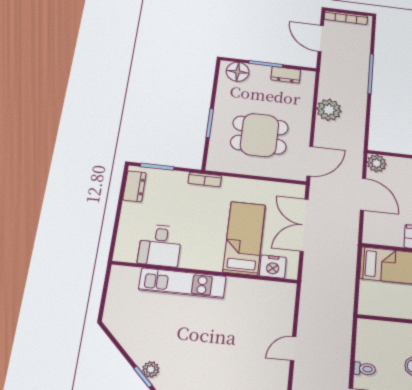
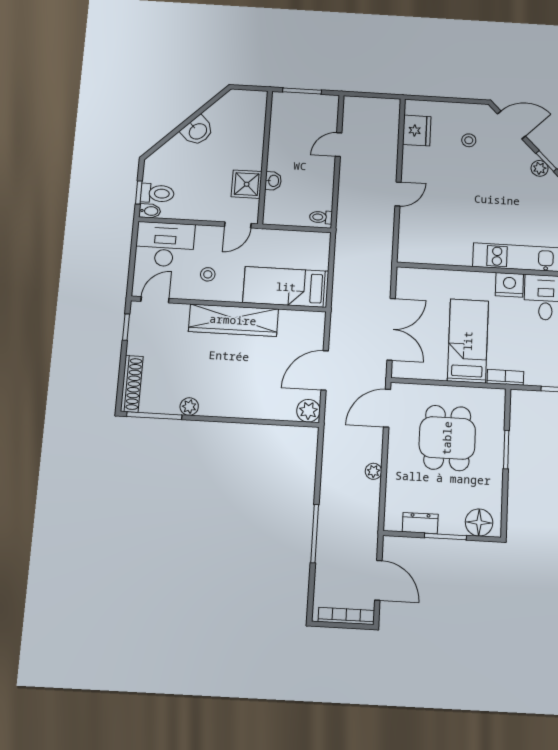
plant: (329, 110) -> (374, 471), width x0.53, depth x0.53
dining table: (259, 135) -> (447, 438), turned 90
door: (363, 194) -> (325, 370), hinge flipped
bed: (244, 238) -> (468, 341), moved, turned 180
nightstand: (273, 267) -> (509, 285), moved
toilet: (365, 369) -> (321, 217), moved

